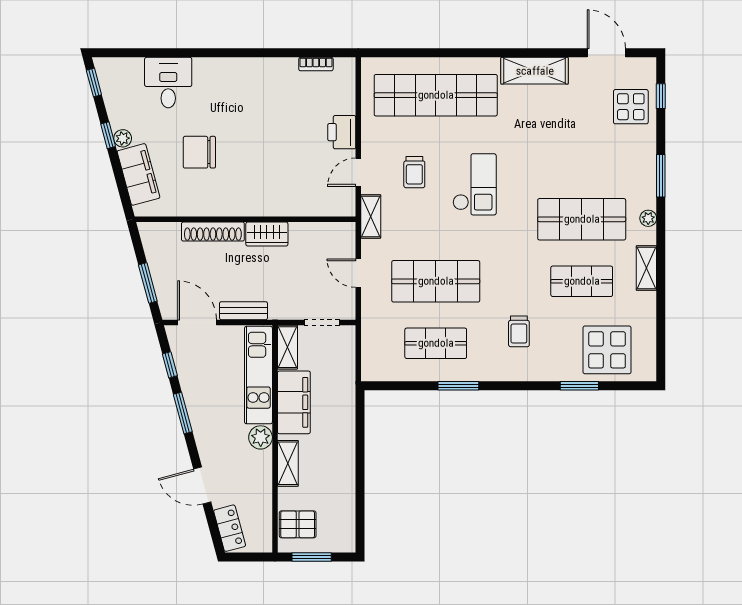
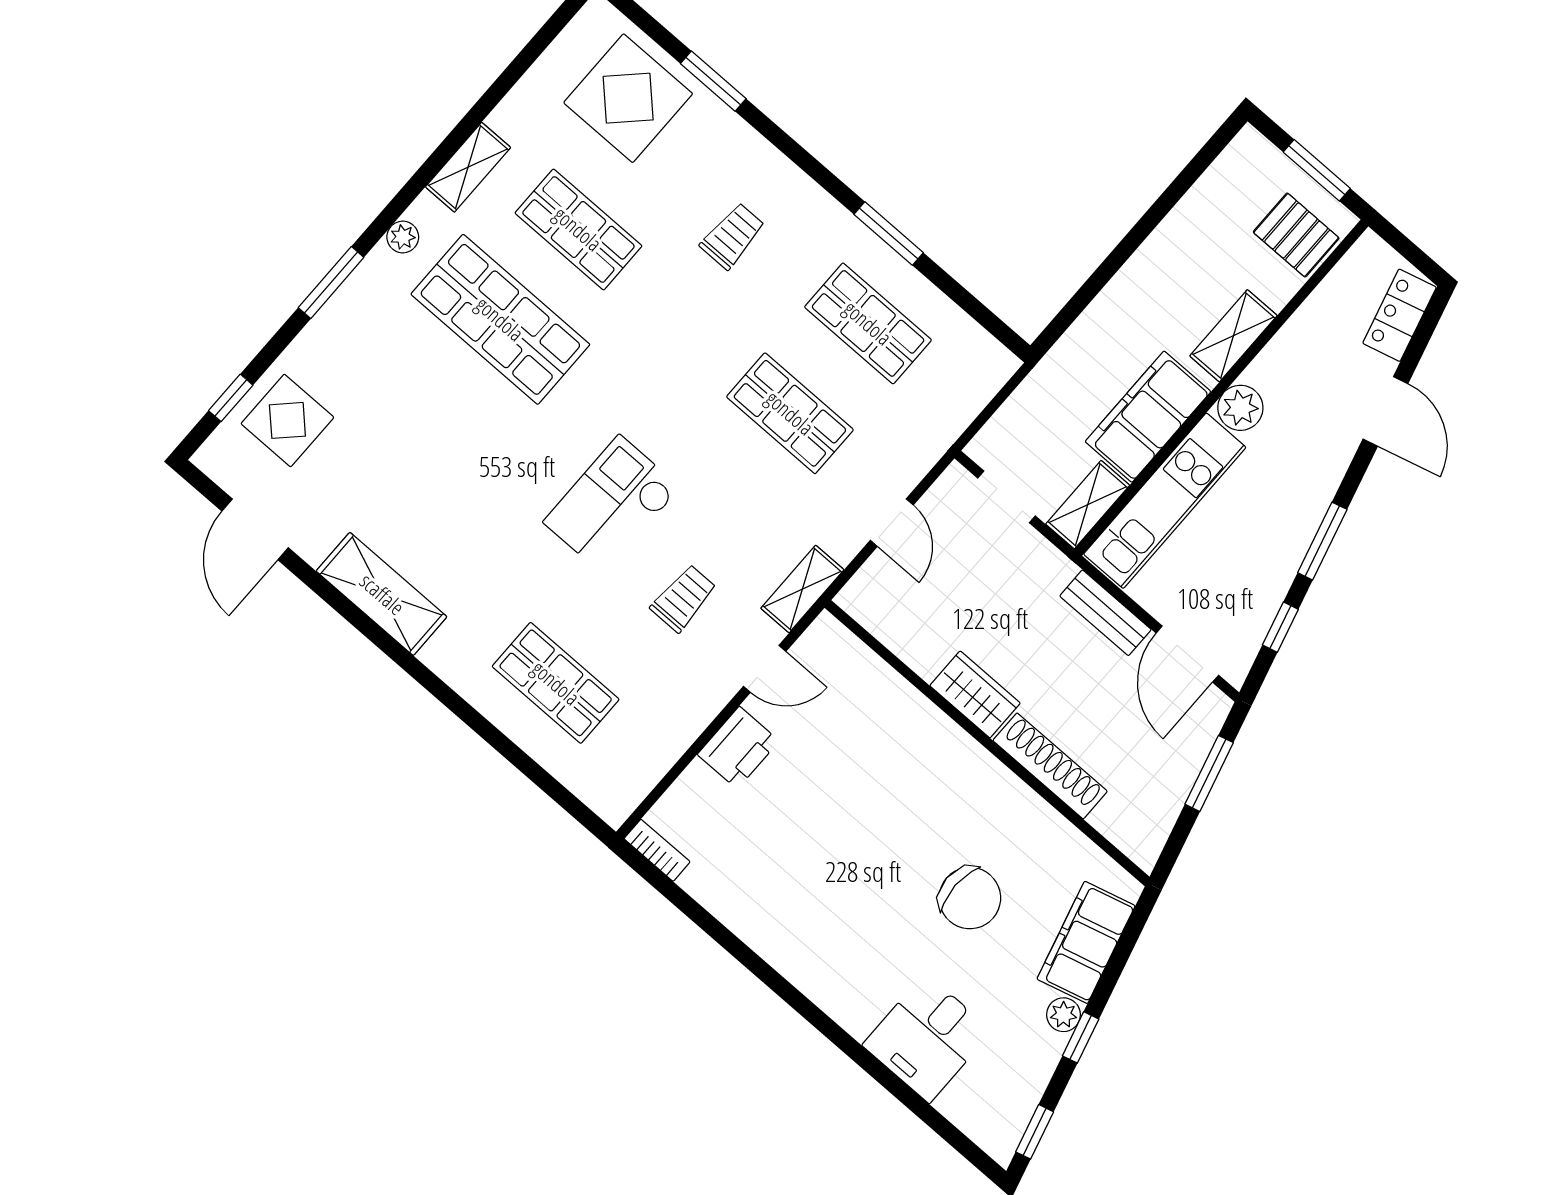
bookcase: (316, 64) -> (657, 850), moved
shop shelf: (436, 95) -> (556, 683), width x0.50, depth x0.74
shop shelf: (436, 281) -> (790, 413), width x0.70, depth x0.74

